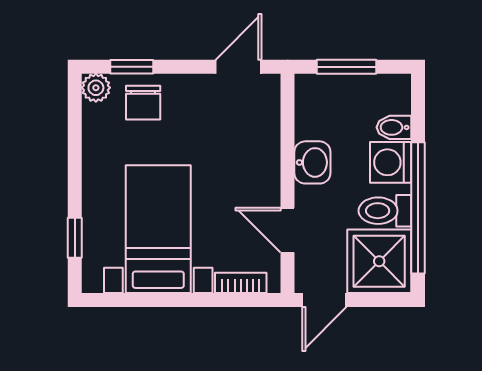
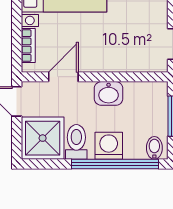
bidet: (394, 127) -> (154, 148), moved
window: (418, 208) -> (115, 164), moved

